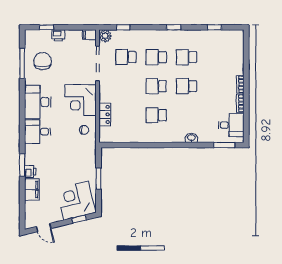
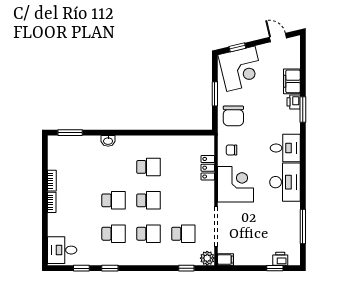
window: (174, 27) -> (110, 268), moved
printer: (58, 35) -> (280, 259), moved
chair: (42, 61) -> (233, 116), moved
desk: (231, 125) -> (62, 250), moved

